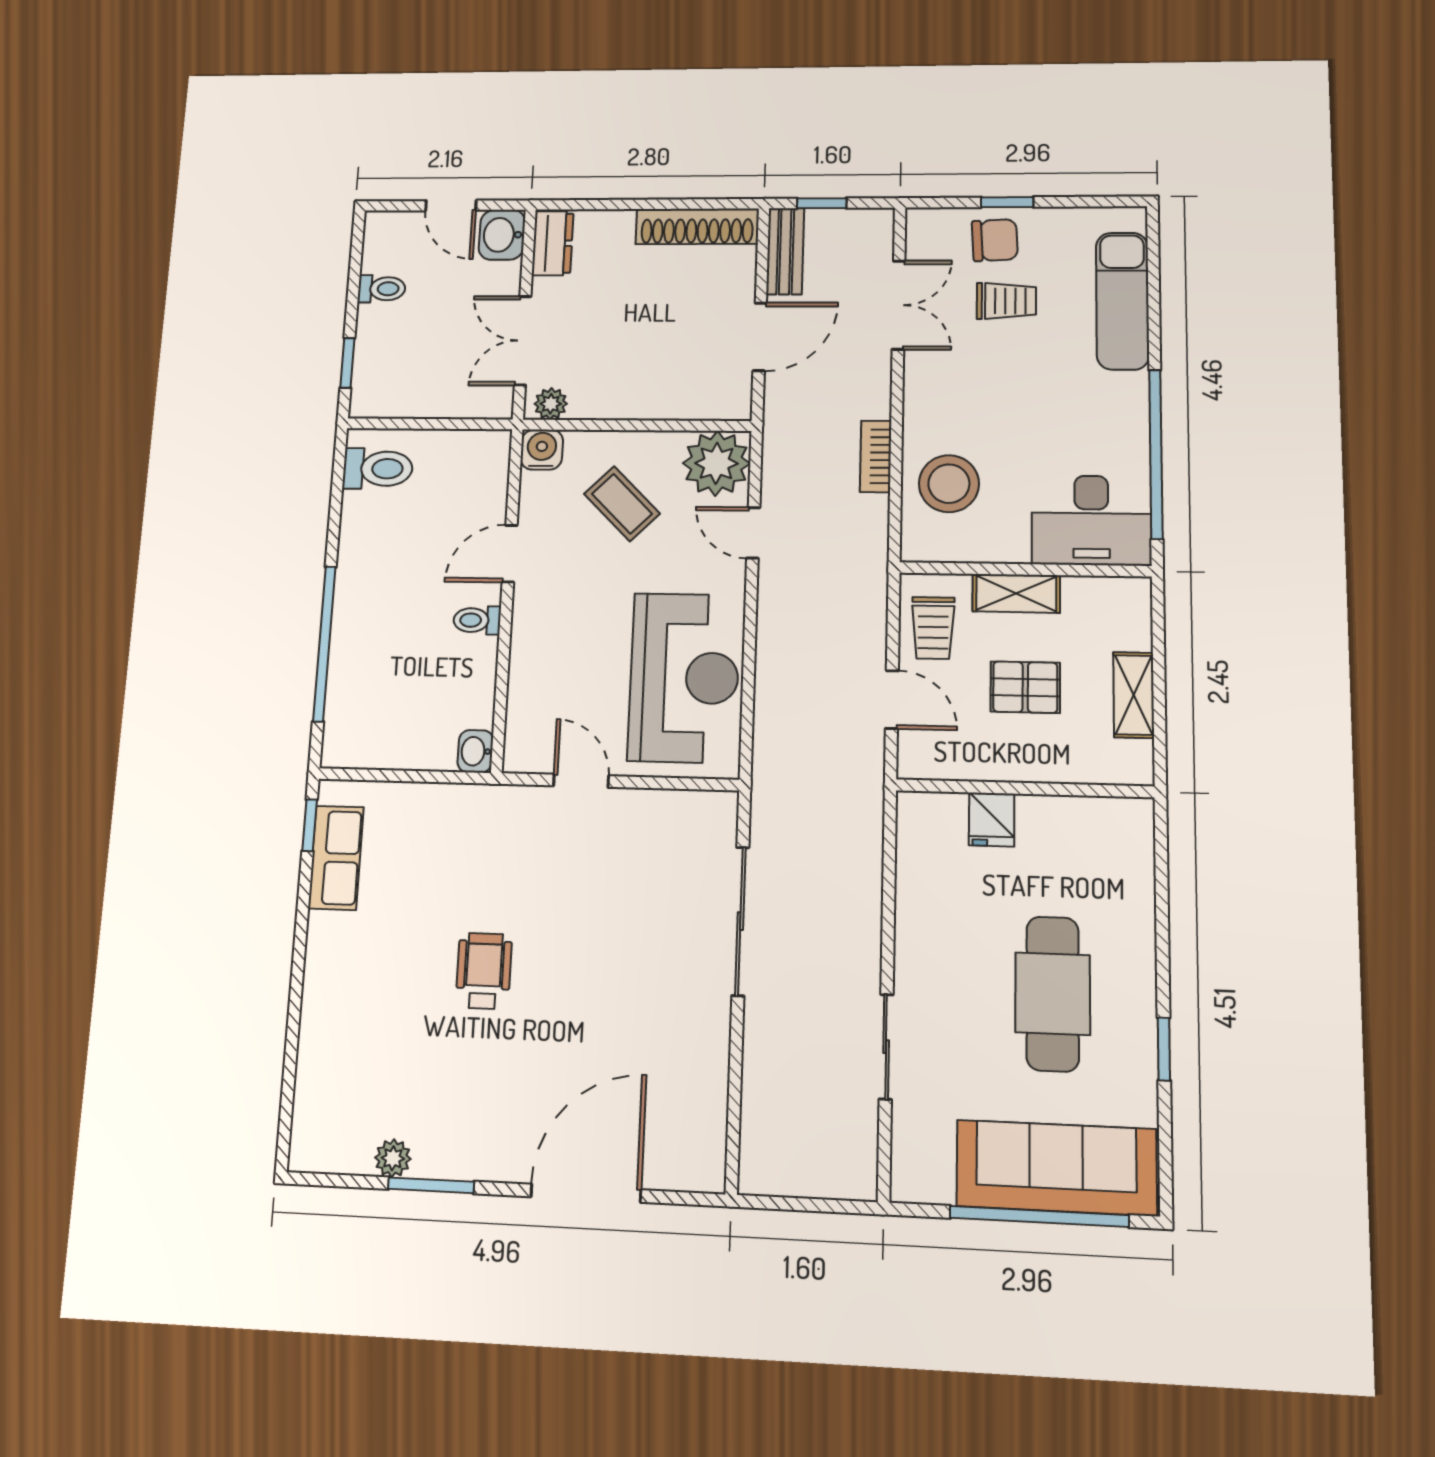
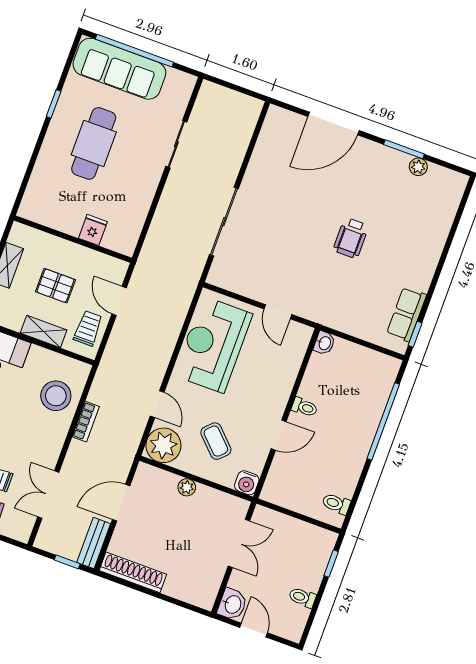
dresser: (553, 243) -> (208, 590), removed
plant: (551, 404) -> (187, 487), moved
toilet: (378, 469) -> (336, 504), width x0.73, depth x0.72

